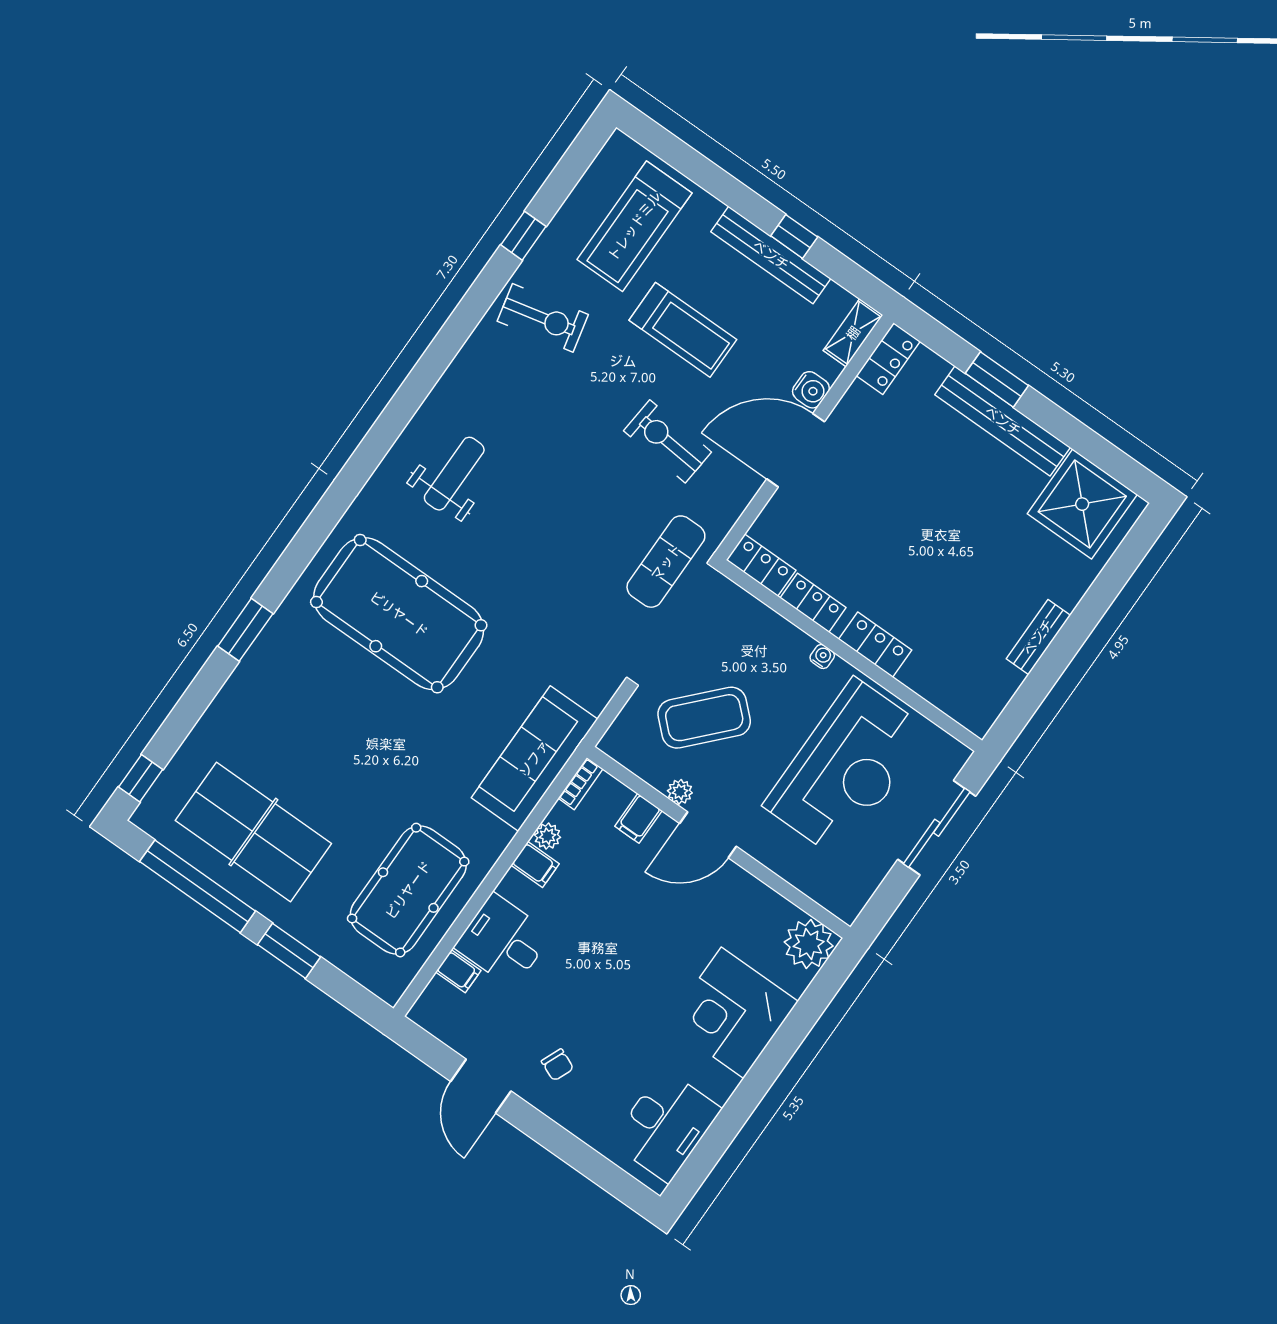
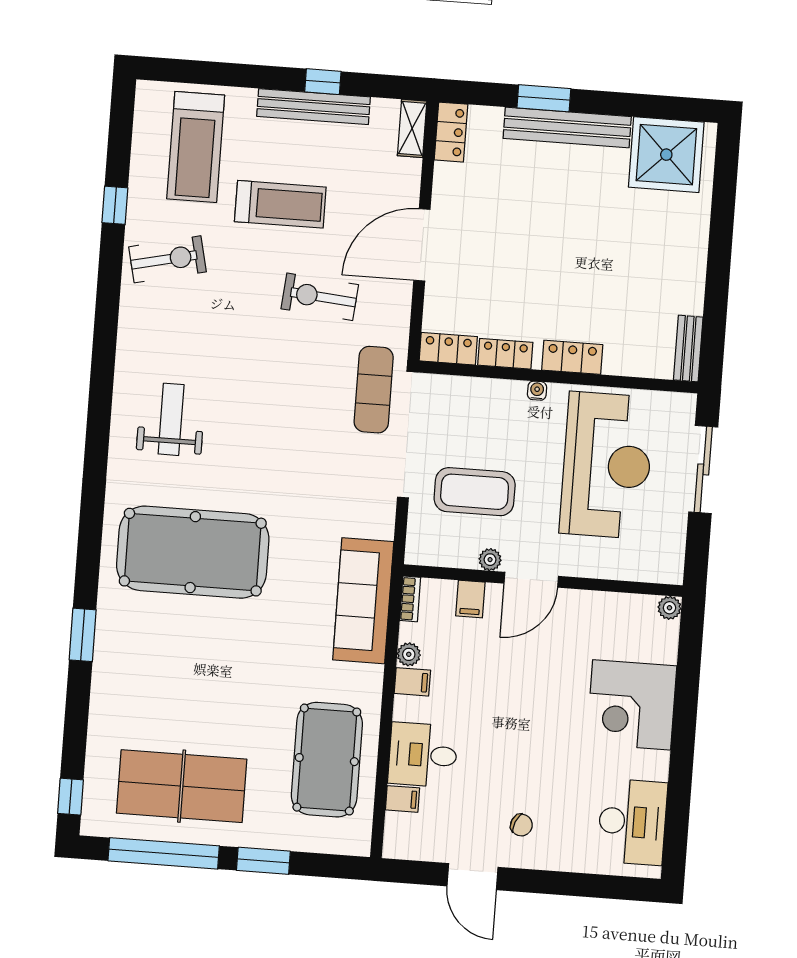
water cooler: (811, 390) -> (406, 191), removed
bench: (1038, 637) -> (688, 349), moved
coffee table: (704, 718) -> (475, 492), turned 47
plant: (809, 944) -> (669, 608), width x0.53, depth x0.53

